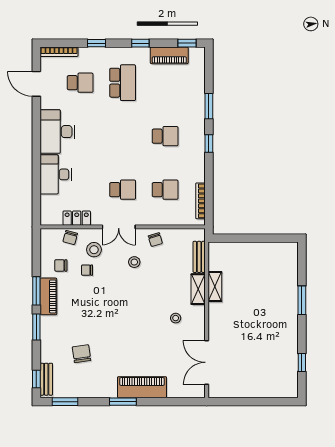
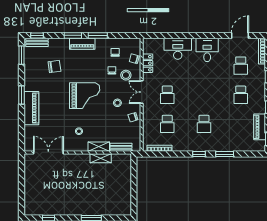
school desk: (123, 83) -> (241, 95), width x0.54
desk: (57, 132) -> (207, 50), width x0.73
piano: (48, 296) -> (82, 44), moved
grand piano: (124, 310) -> (85, 96), added

